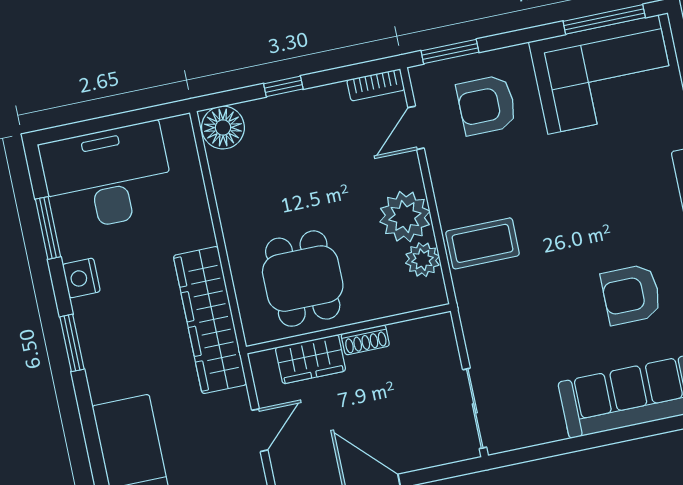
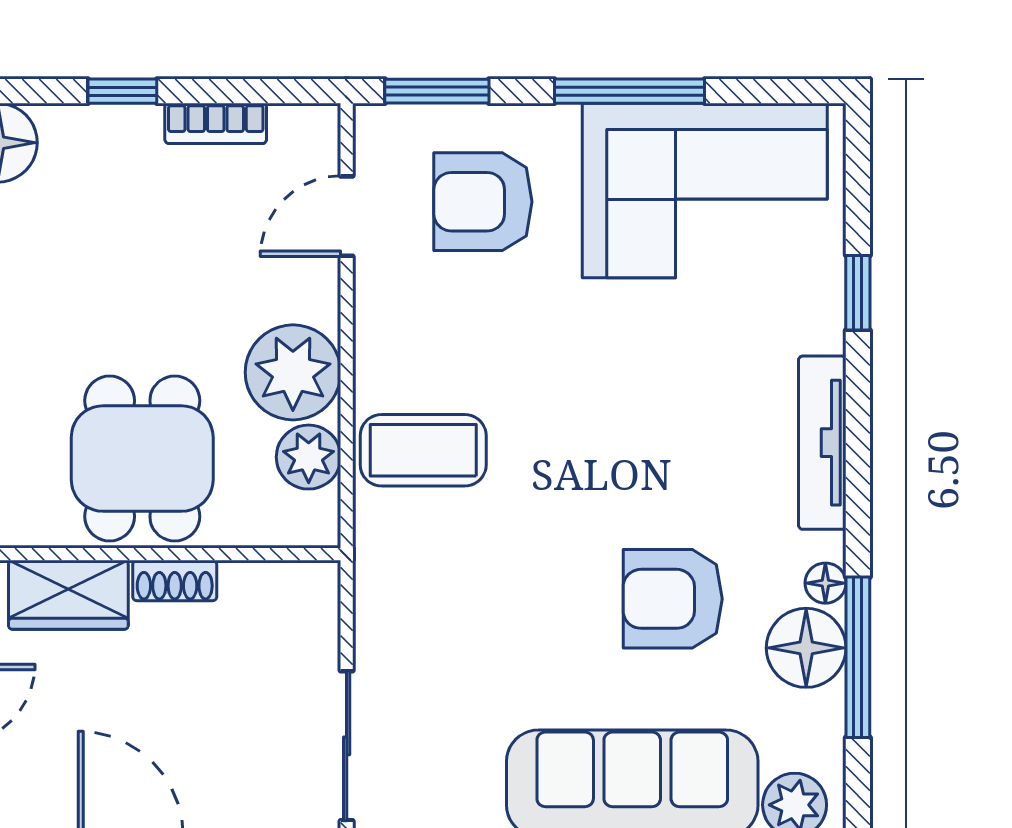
window: (604, 19) -> (629, 91), moved
bookcase: (376, 85) -> (216, 123), moved
dining table: (303, 279) -> (142, 459), moved

